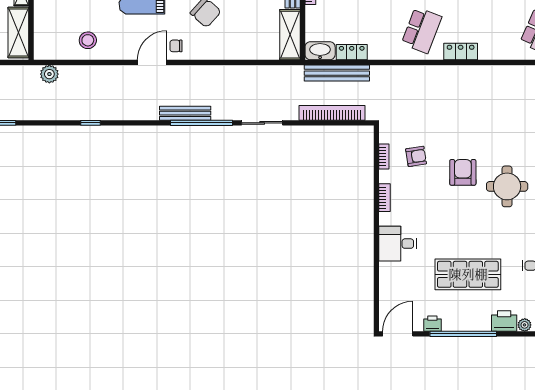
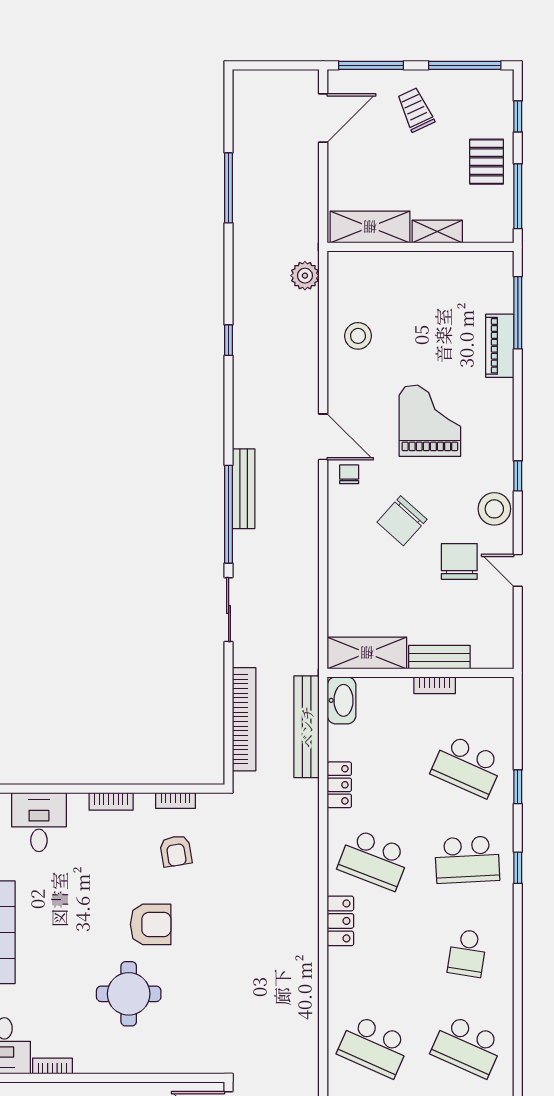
locker: (352, 52) -> (339, 785), moved

